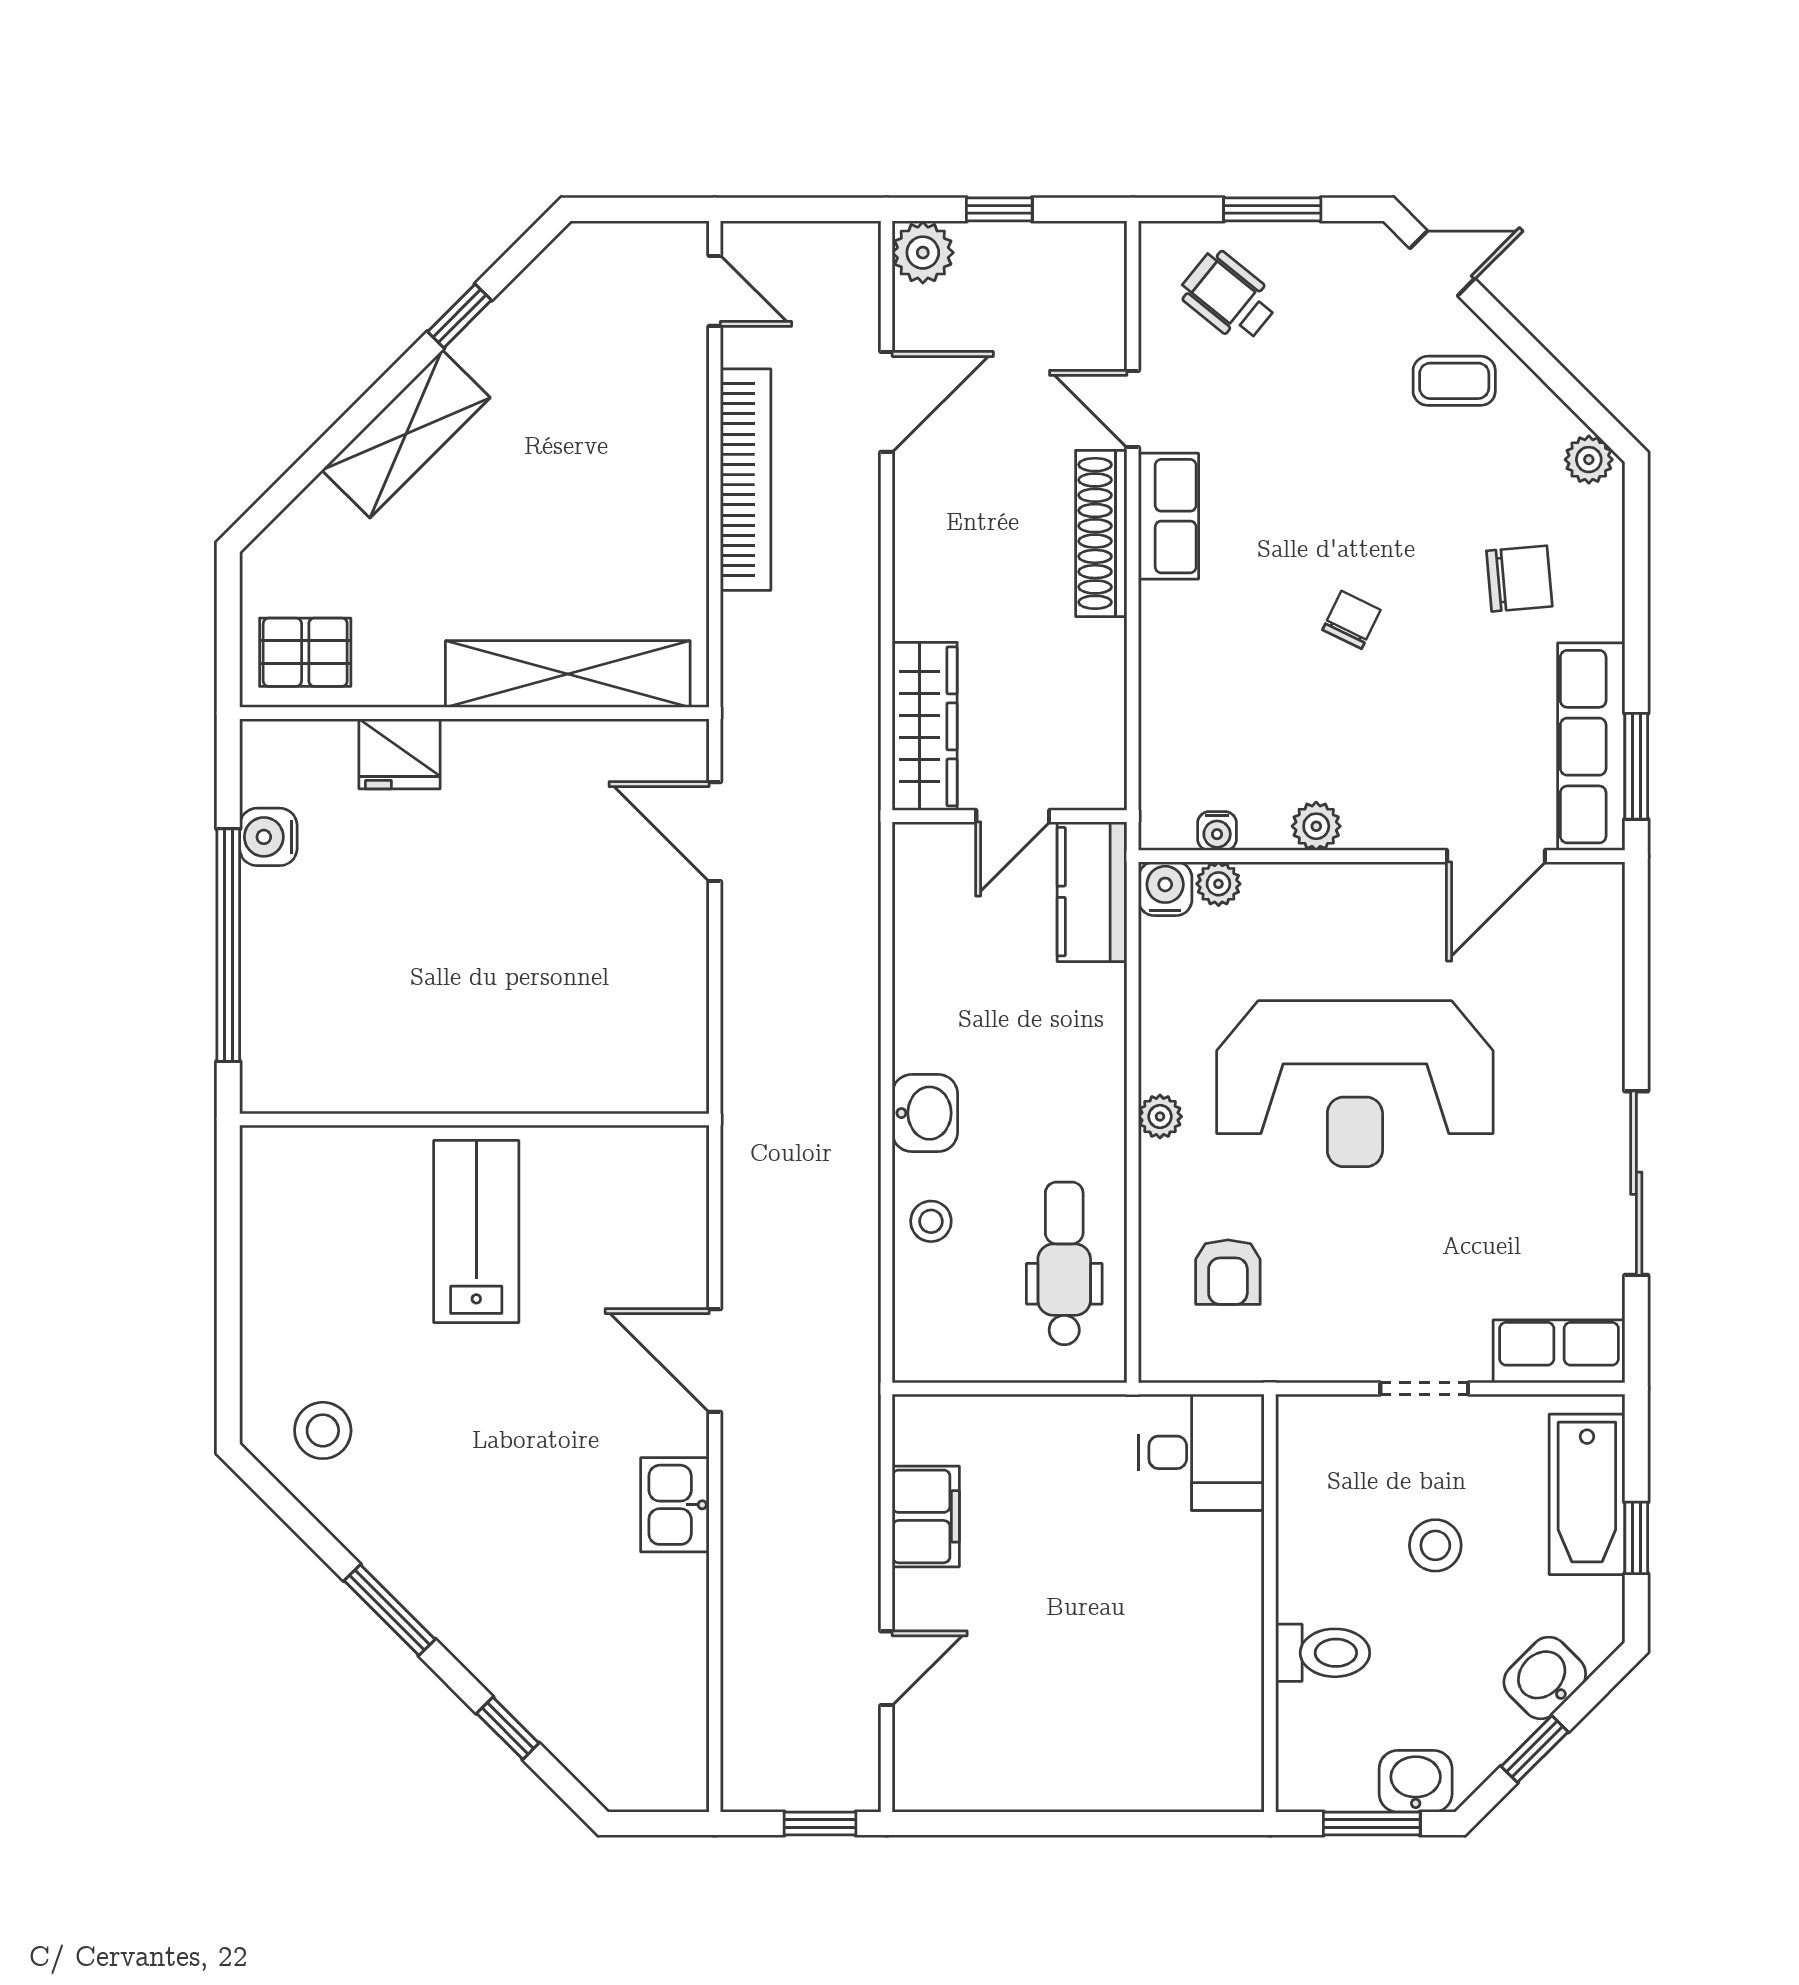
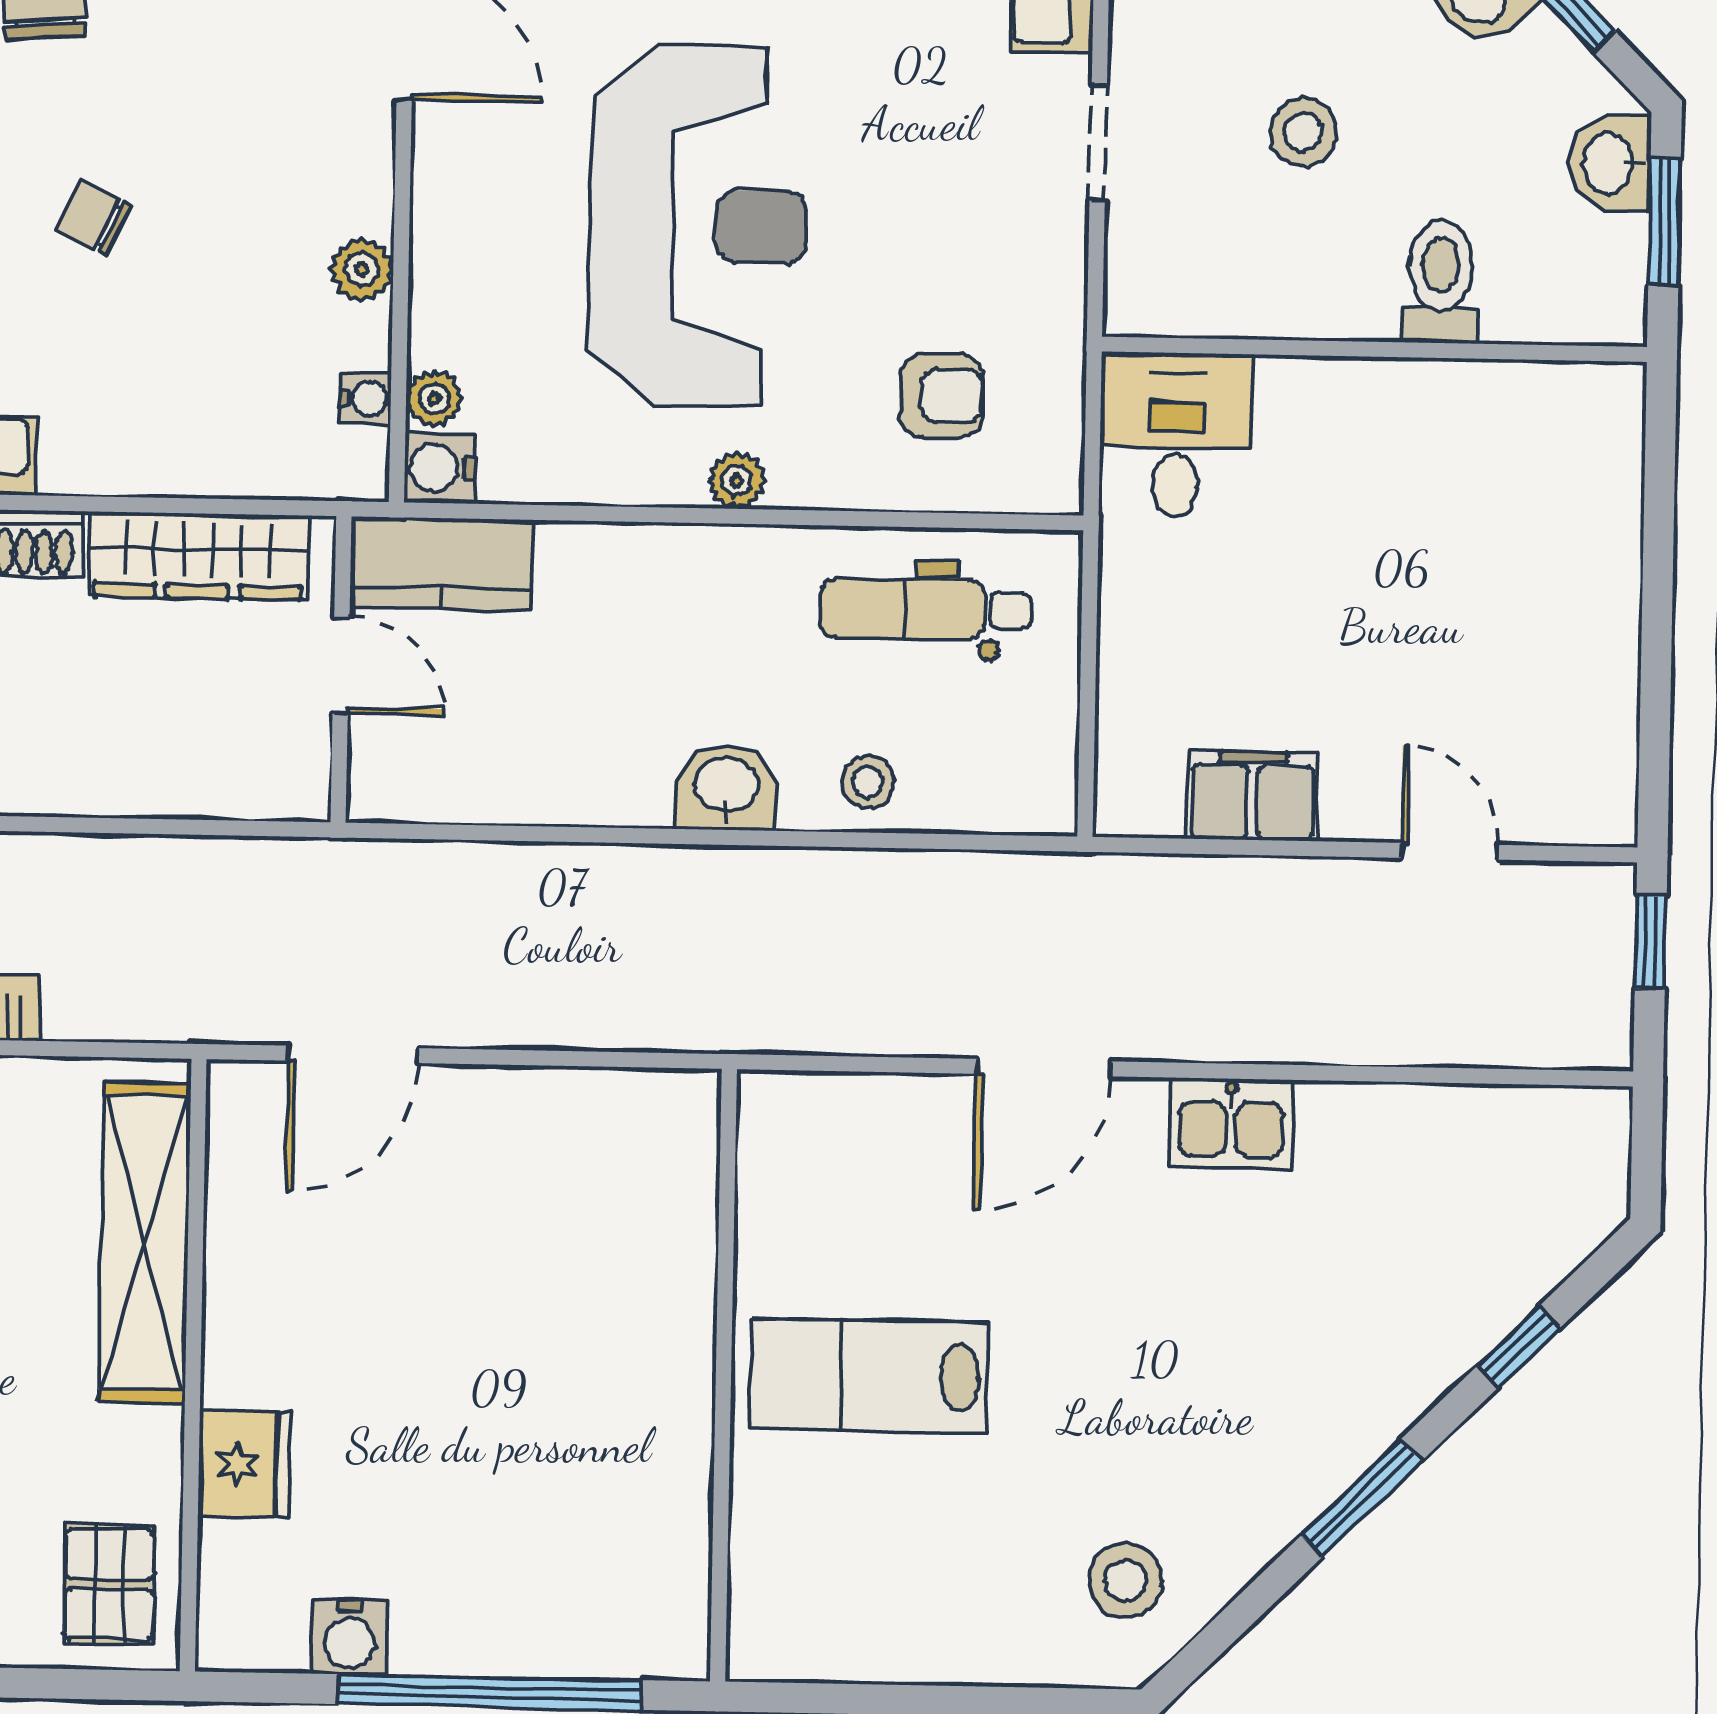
wardrobe: (925, 726) -> (198, 556), moved, turned 180

